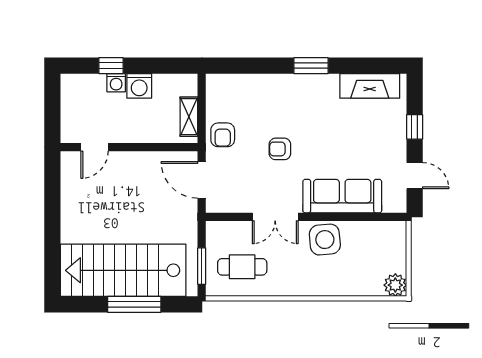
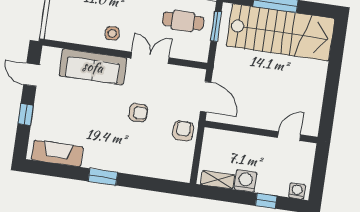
washing machine: (116, 83) -> (297, 191), moved
shelving: (189, 117) -> (218, 180), moved, turned 90
side table: (325, 240) -> (112, 33), width x0.54, depth x0.54

